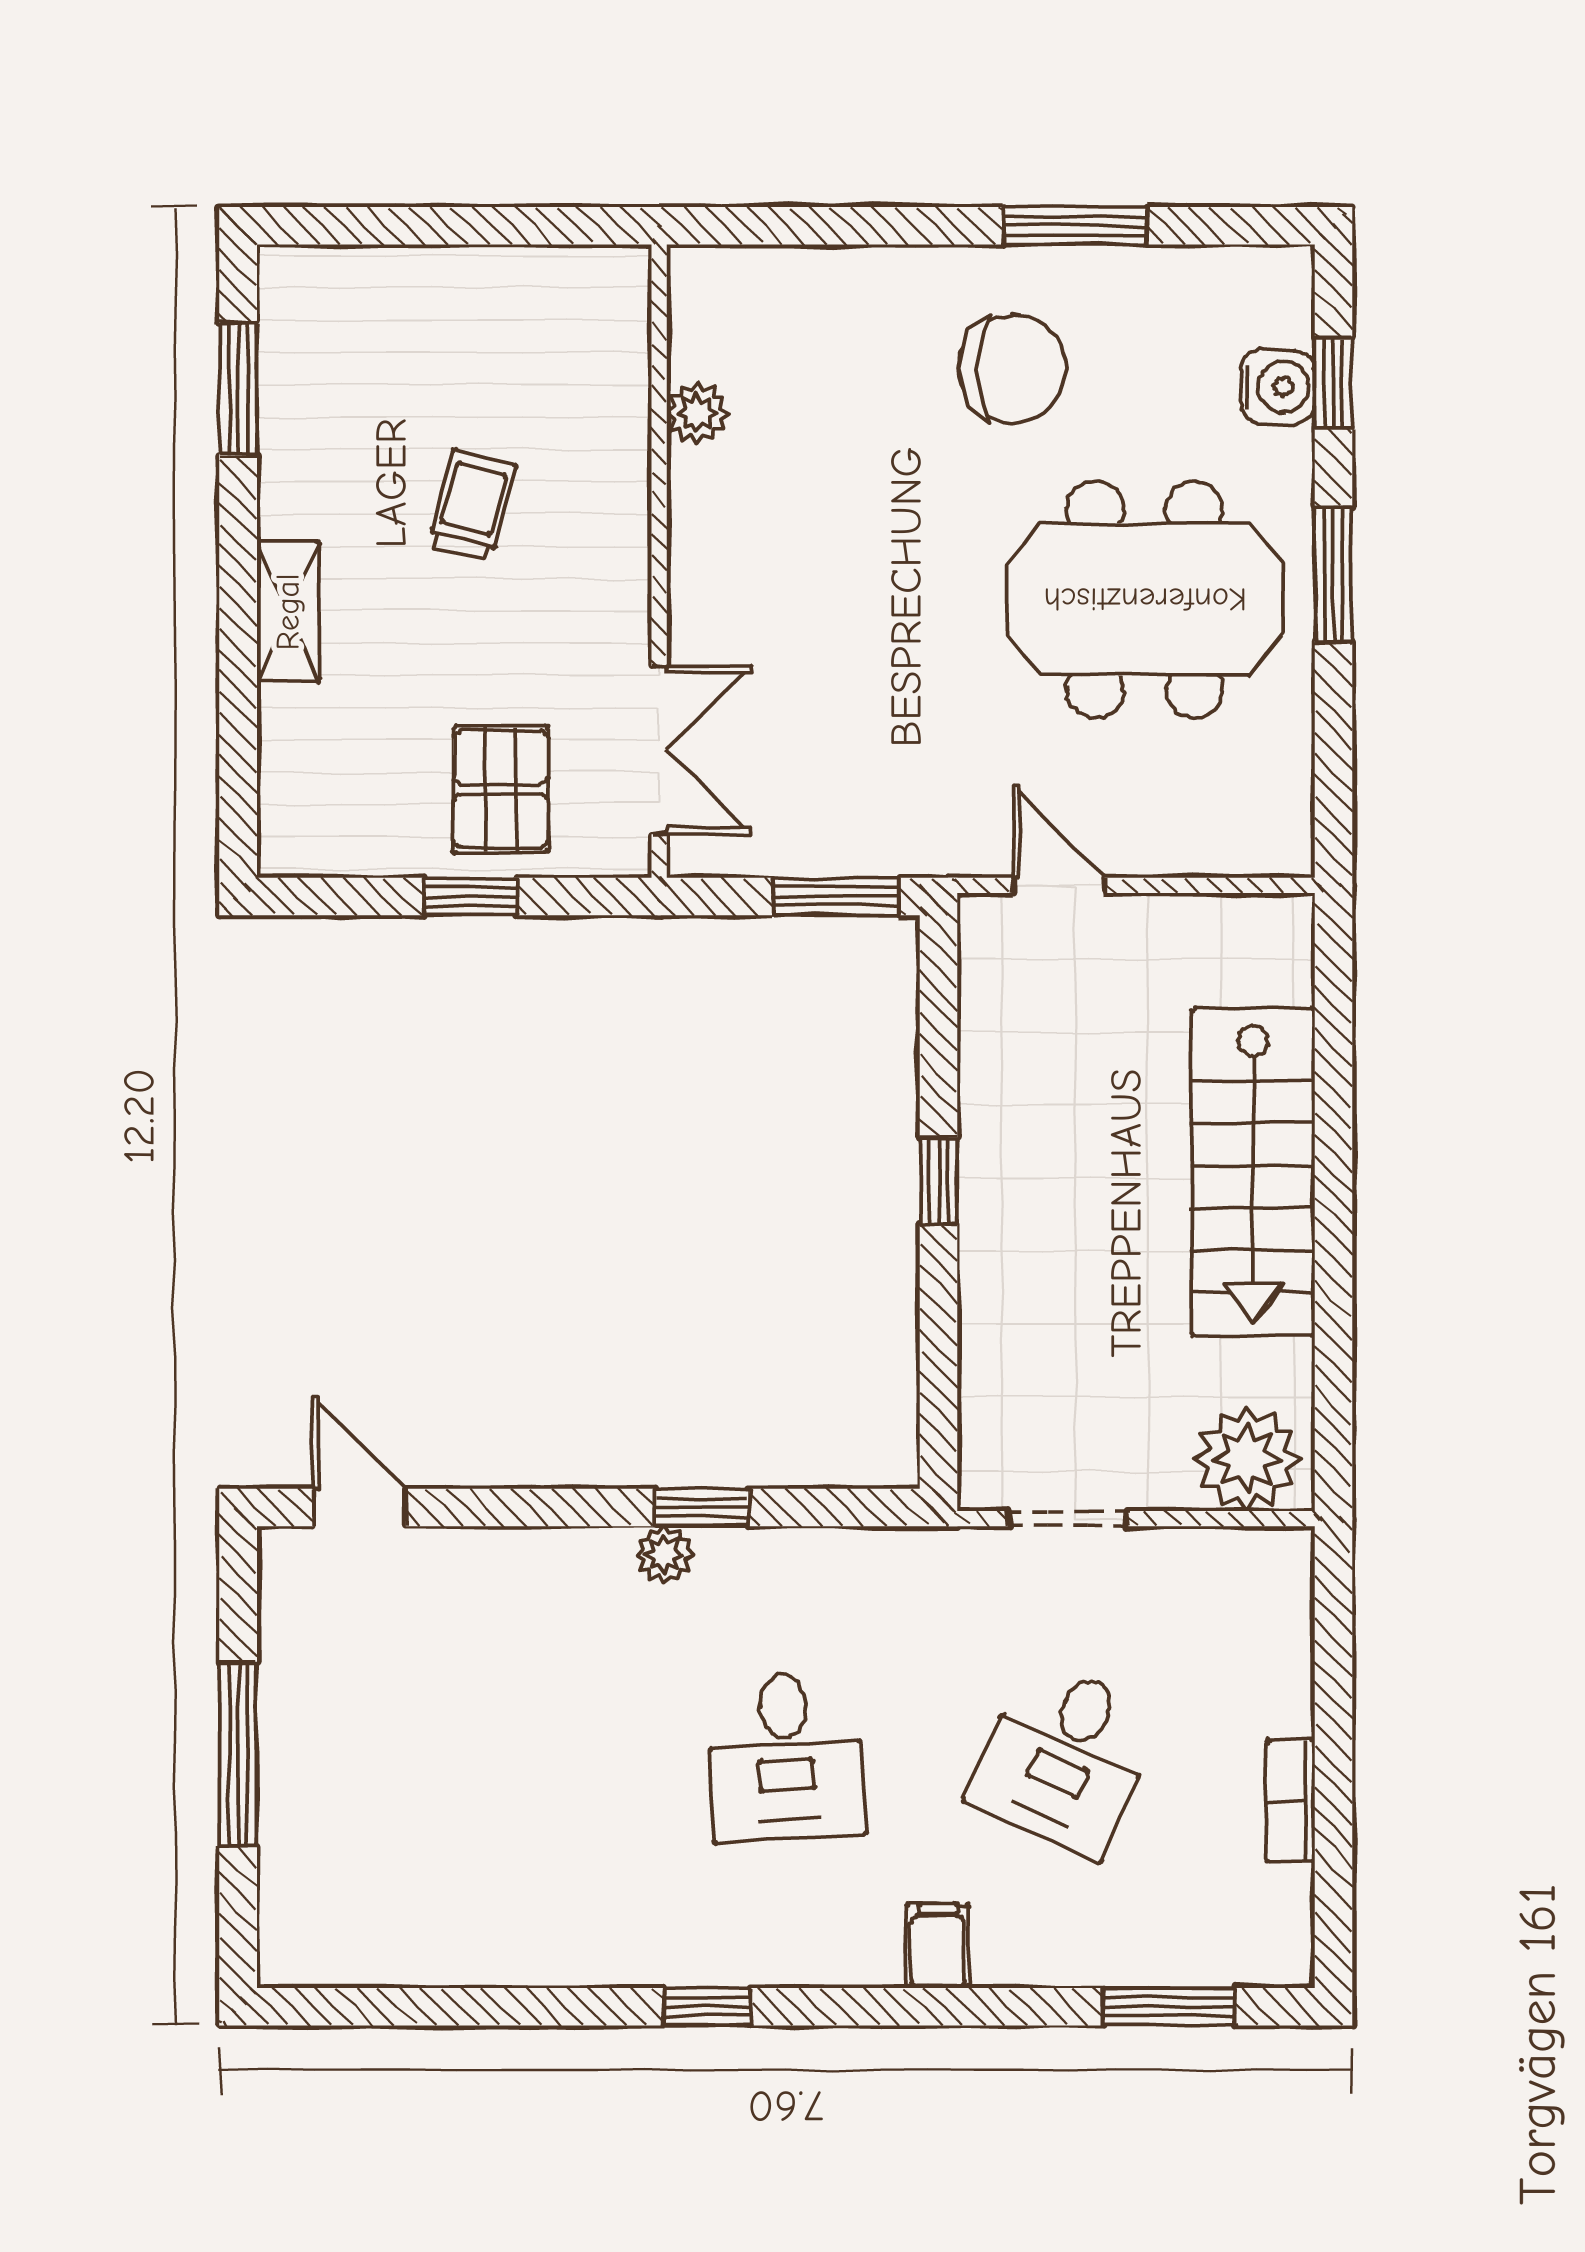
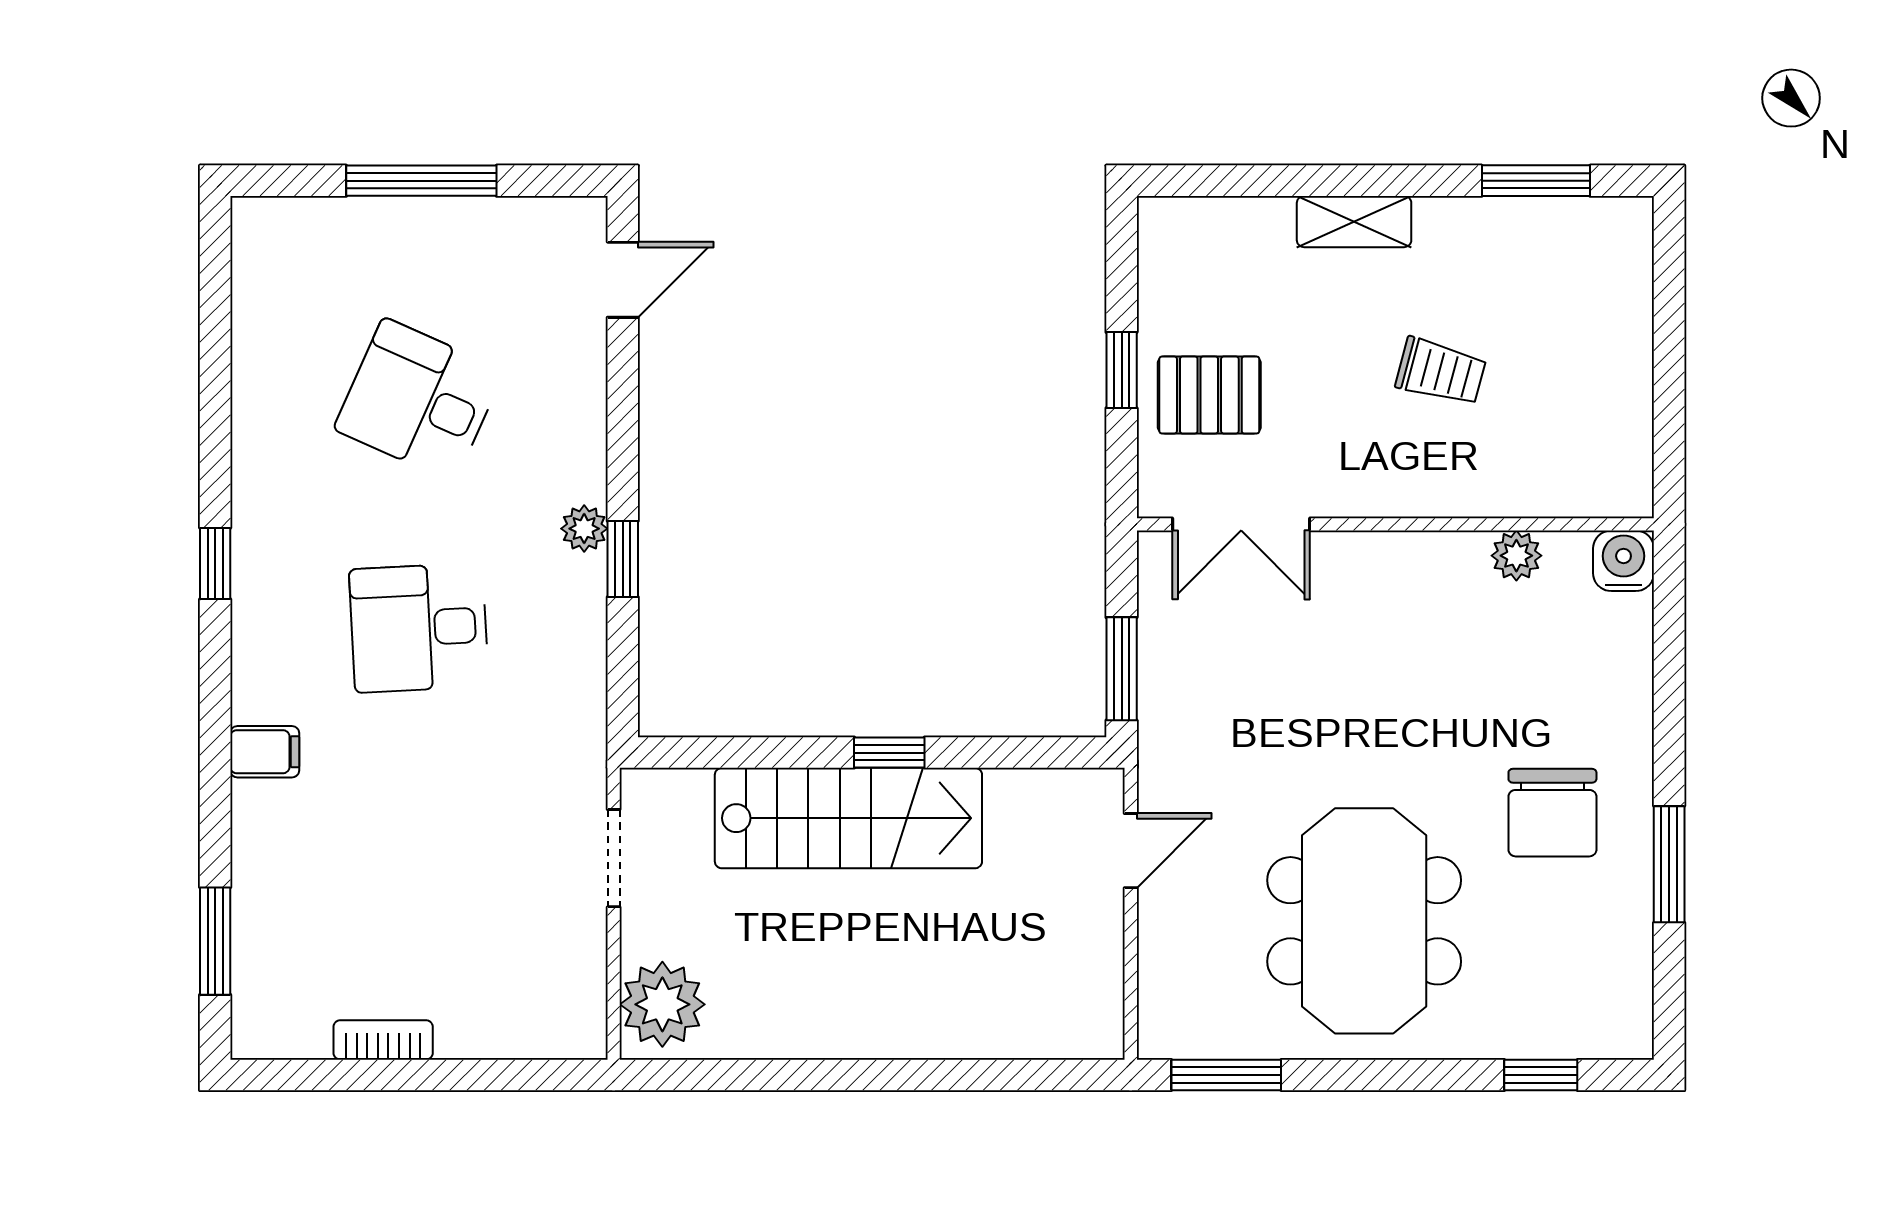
water cooler: (1278, 387) -> (1624, 561), moved, turned 180
window: (1333, 575) -> (1226, 1075), moved
stairs: (1253, 1172) -> (848, 818), moved, turned 180
desk: (1065, 1757) -> (419, 400), moved

